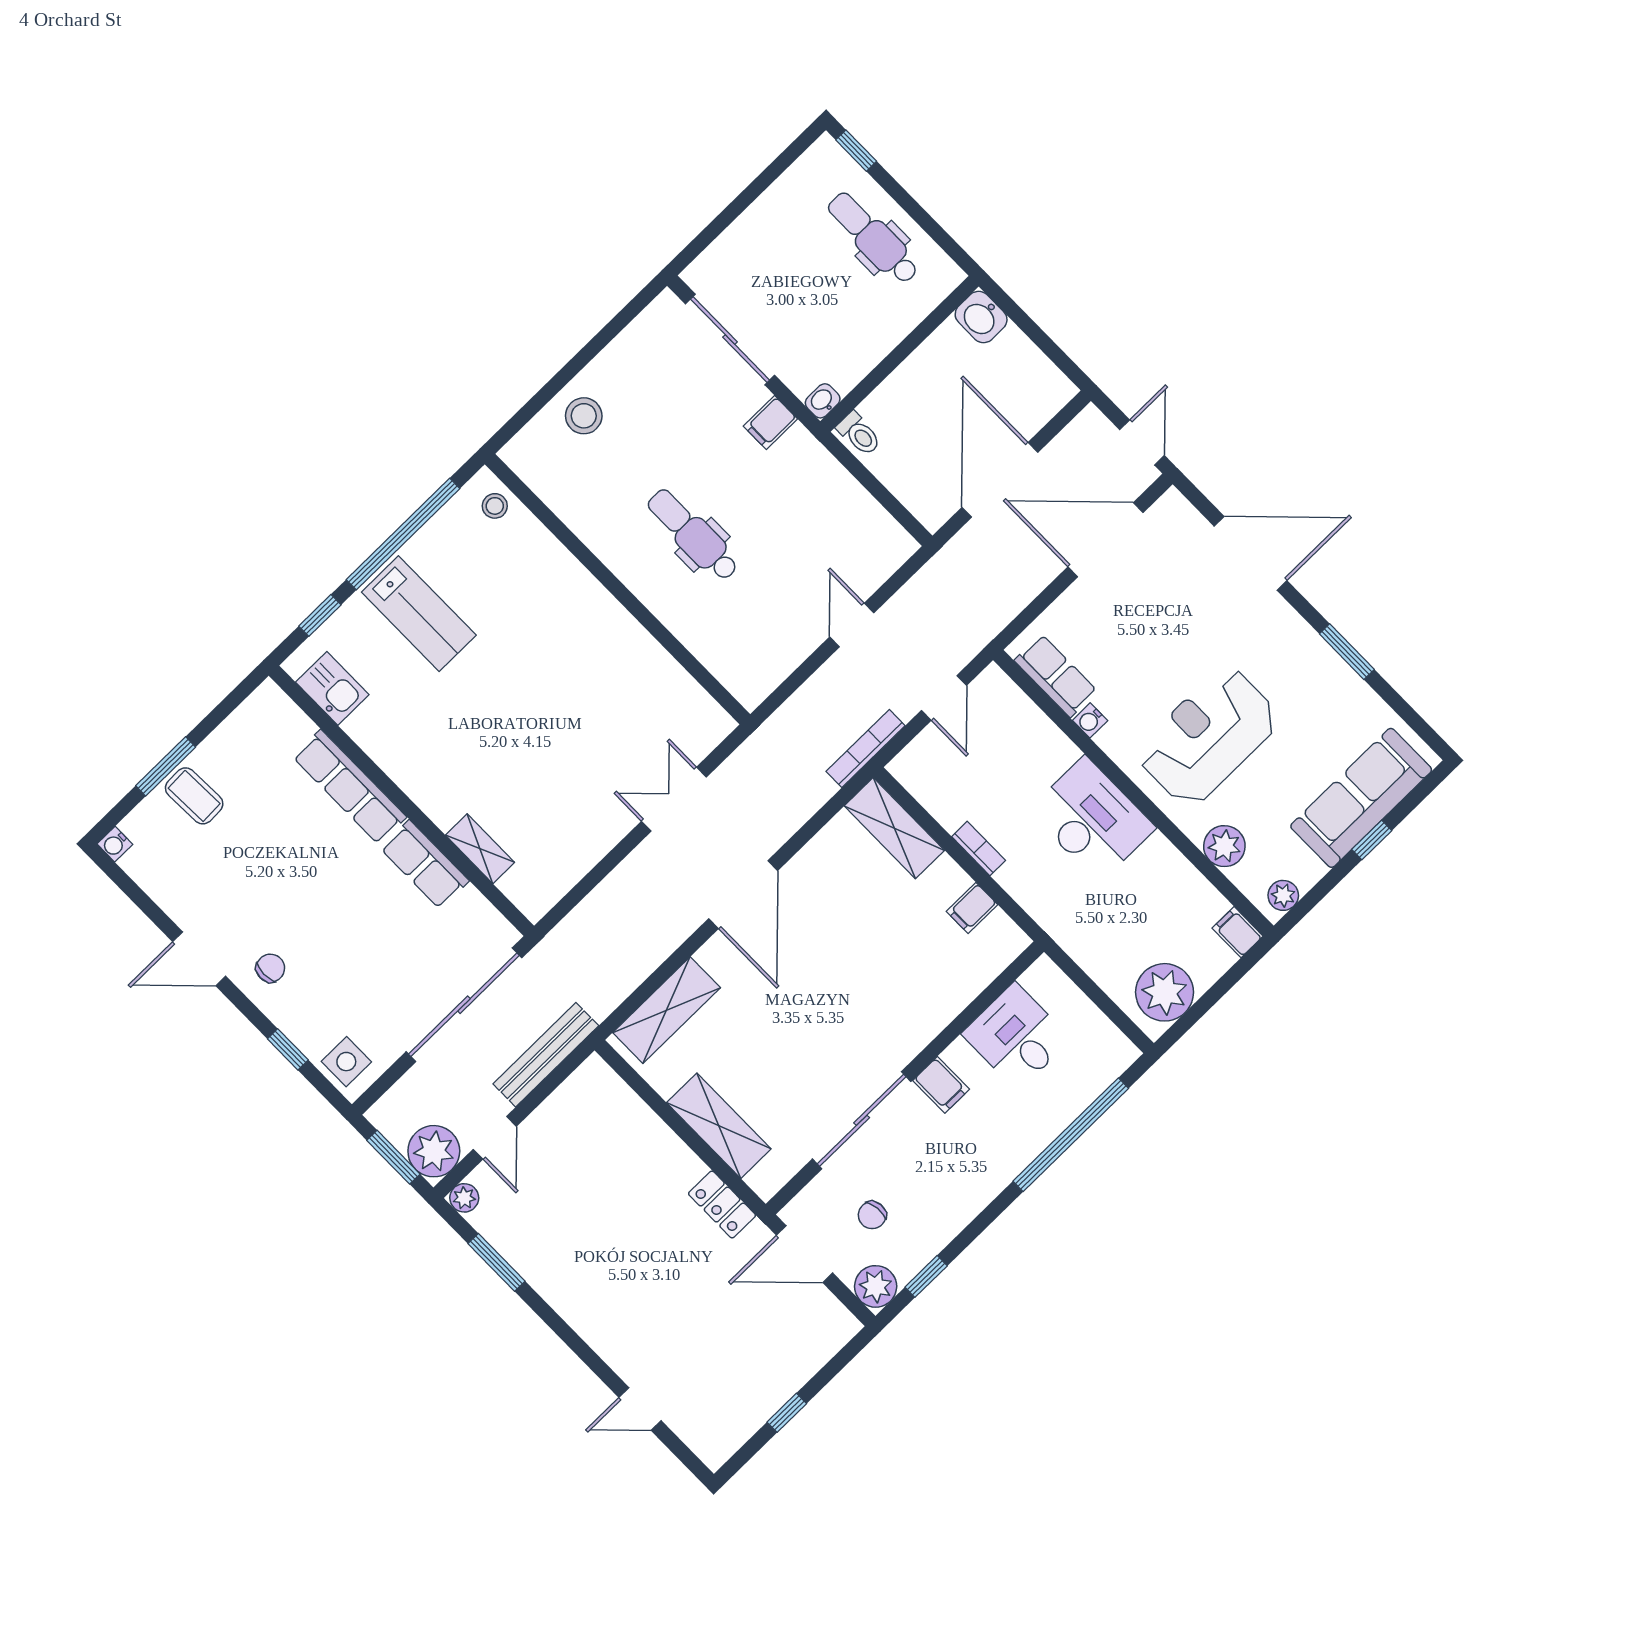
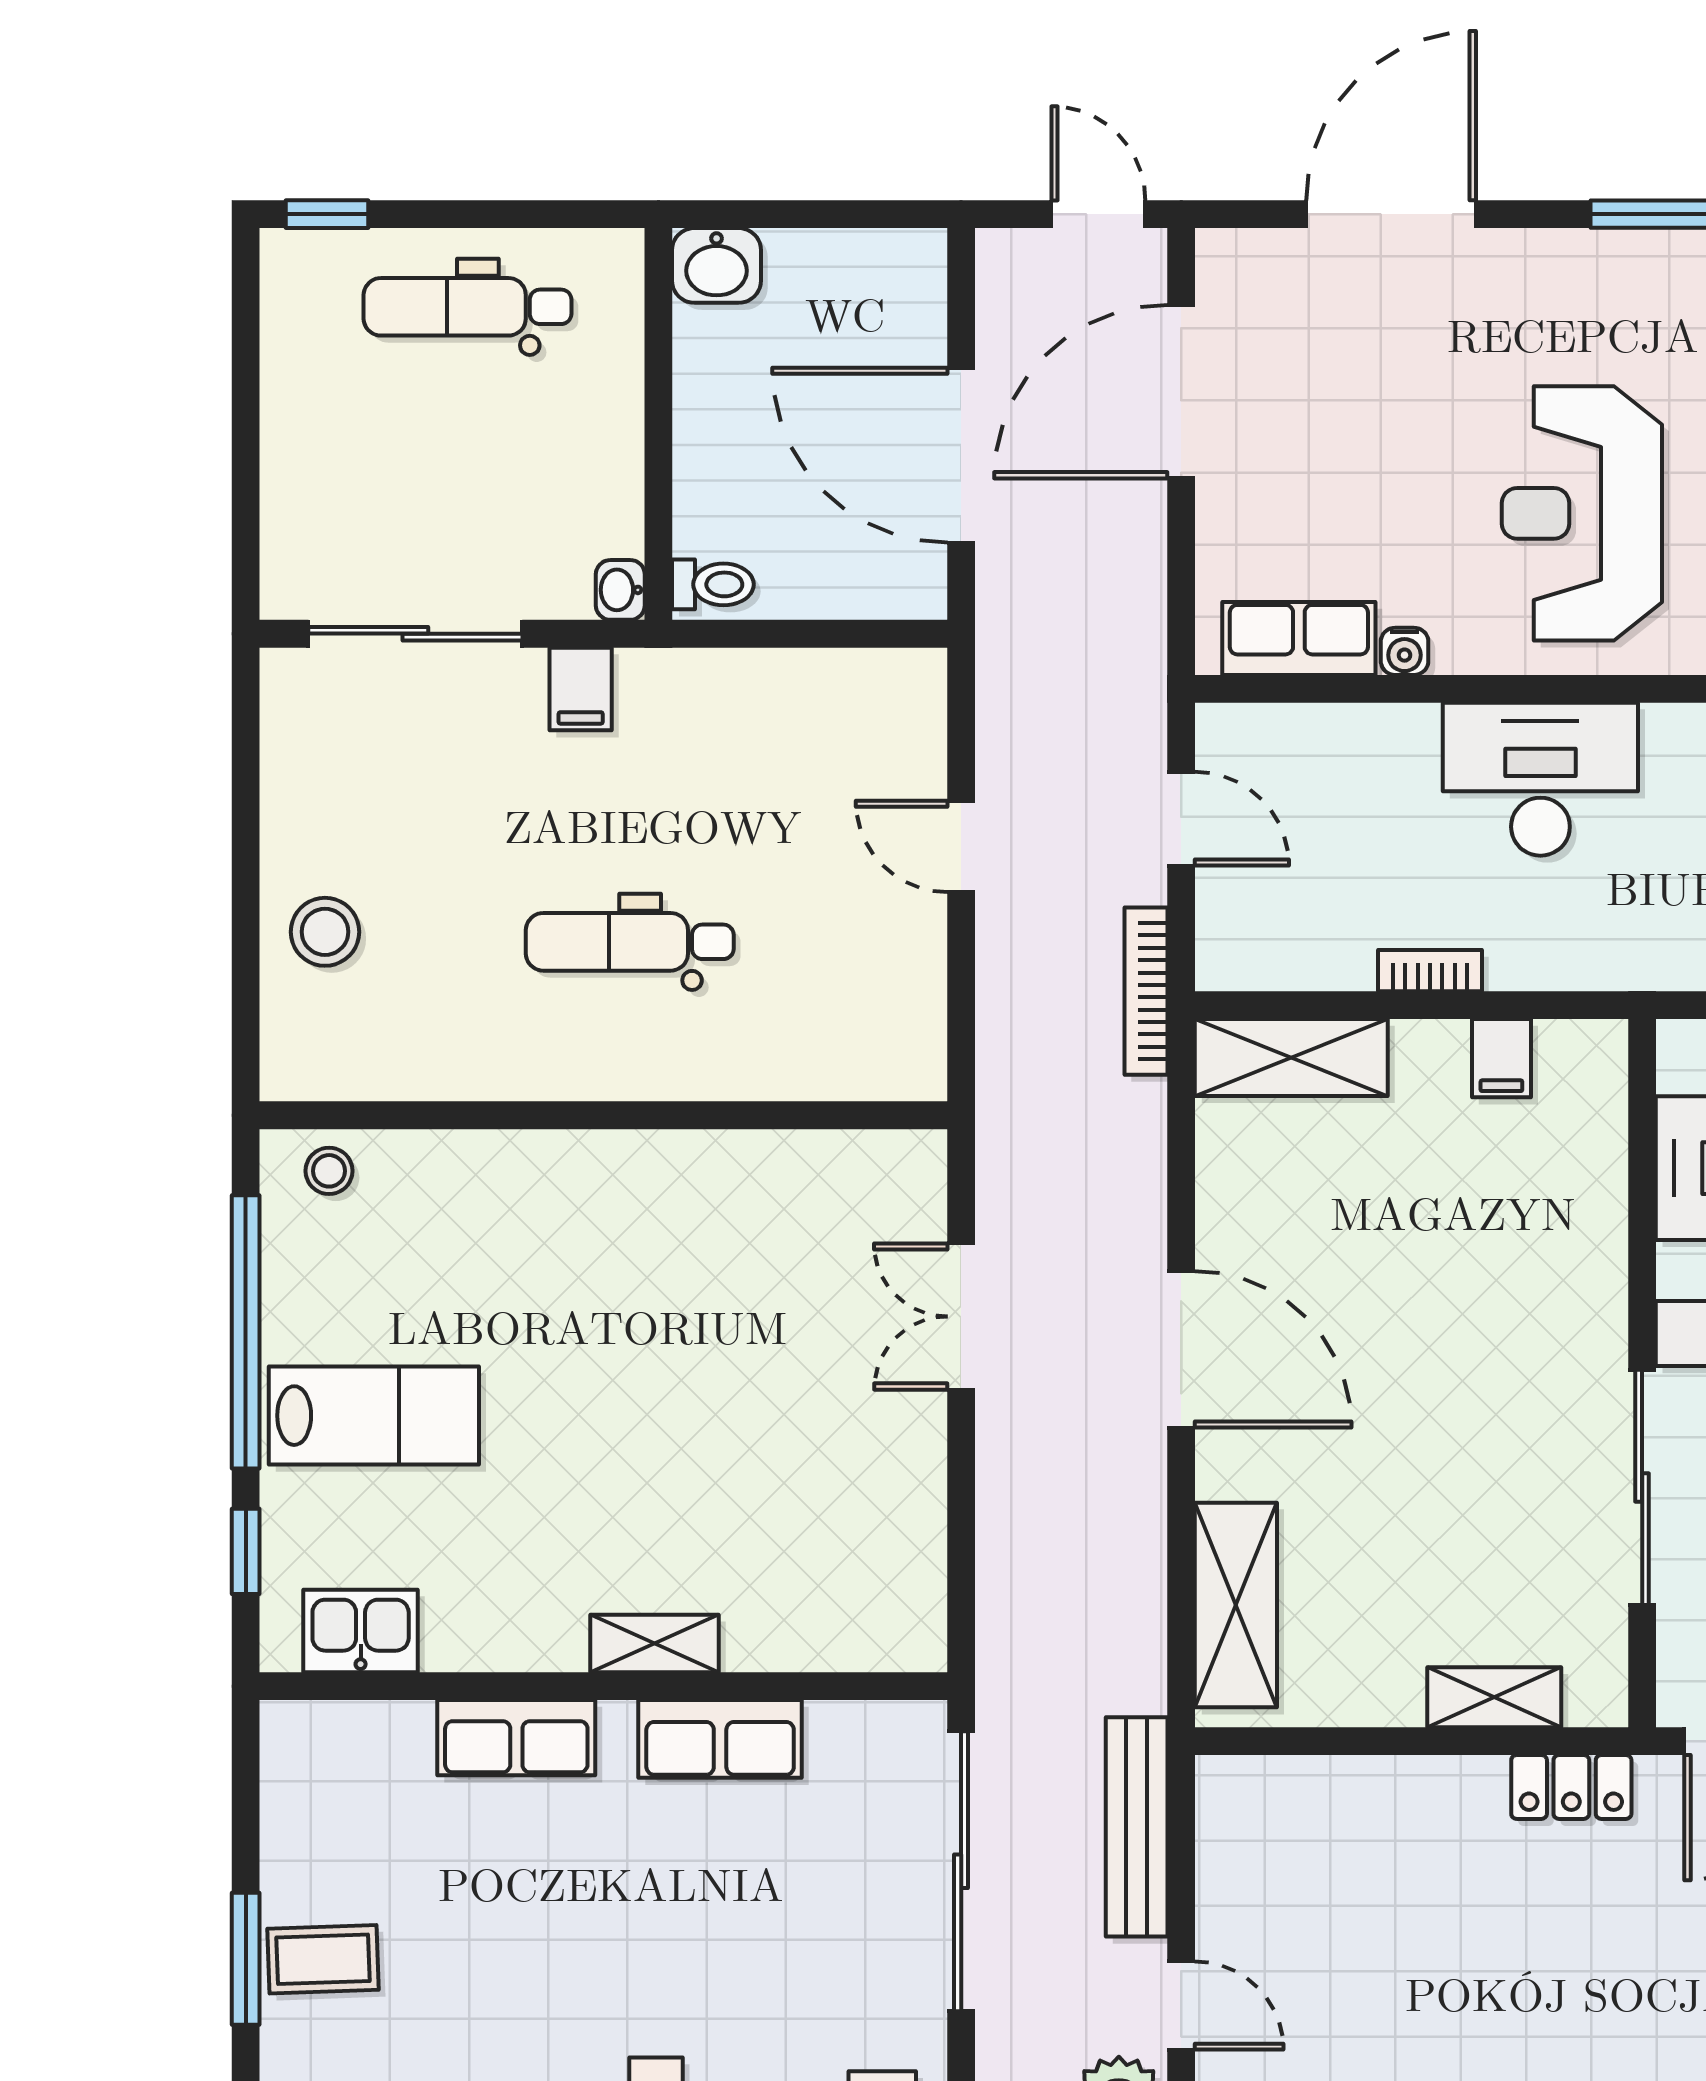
row of seats: (350, 787) -> (516, 1738), width x0.68
shelving: (480, 849) -> (655, 1644), moved
shelving: (719, 1126) -> (1494, 1697), width x0.67, depth x0.75

